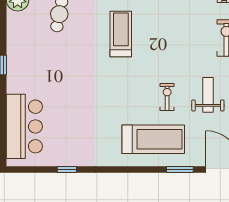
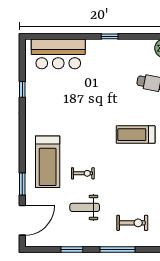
treadmill: (121, 34) -> (136, 135), turned 180
weight bench: (208, 95) -> (85, 207), turned 180

